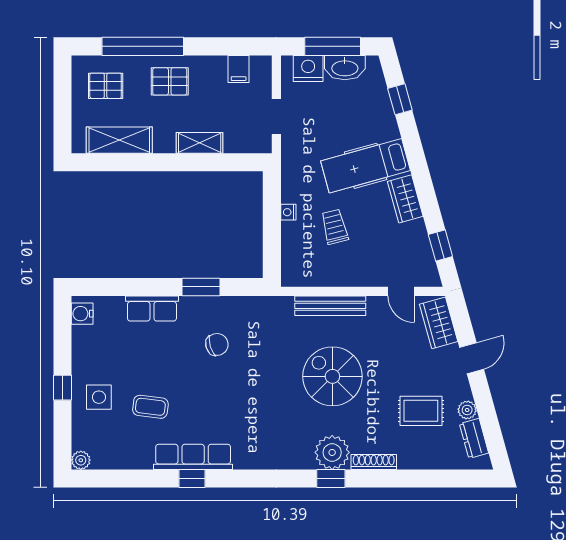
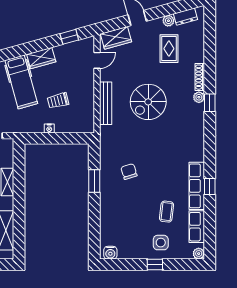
row of seats: (152, 309) -> (197, 227), moved, turned 180
plant: (332, 452) -> (199, 97), width x0.53, depth x0.53

